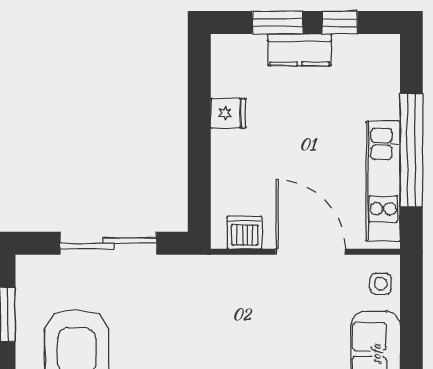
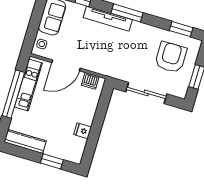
window: (340, 23) -> (27, 154), removed
kitchen counter: (300, 50) -> (25, 141), moved, width x1.50
door: (311, 252) -> (66, 65), hinge flipped

